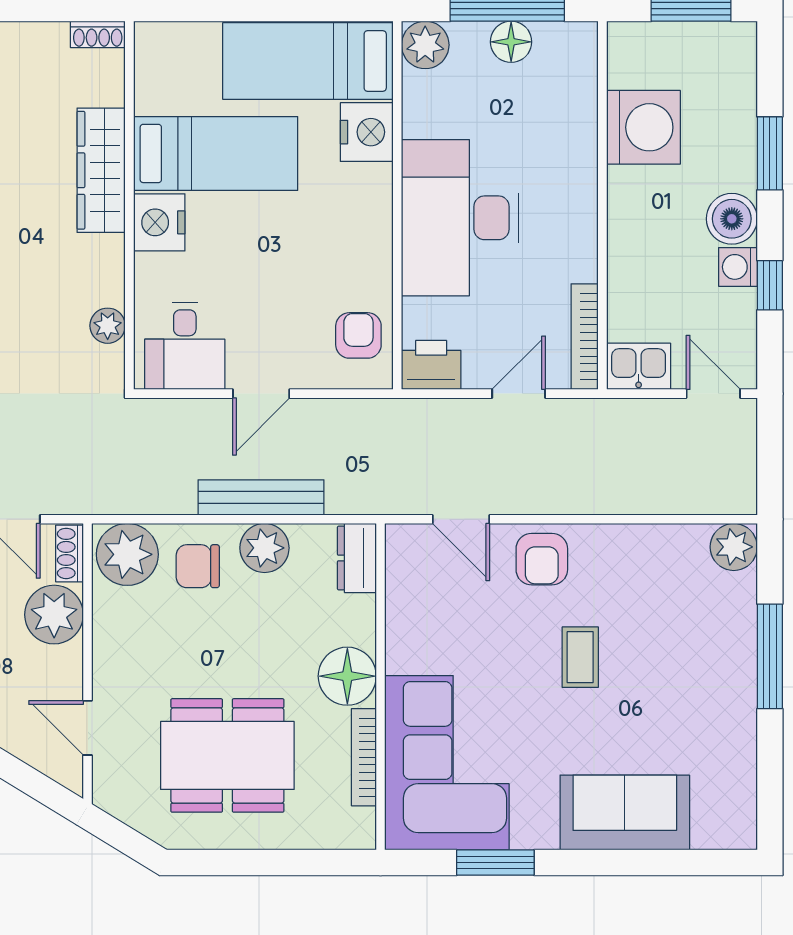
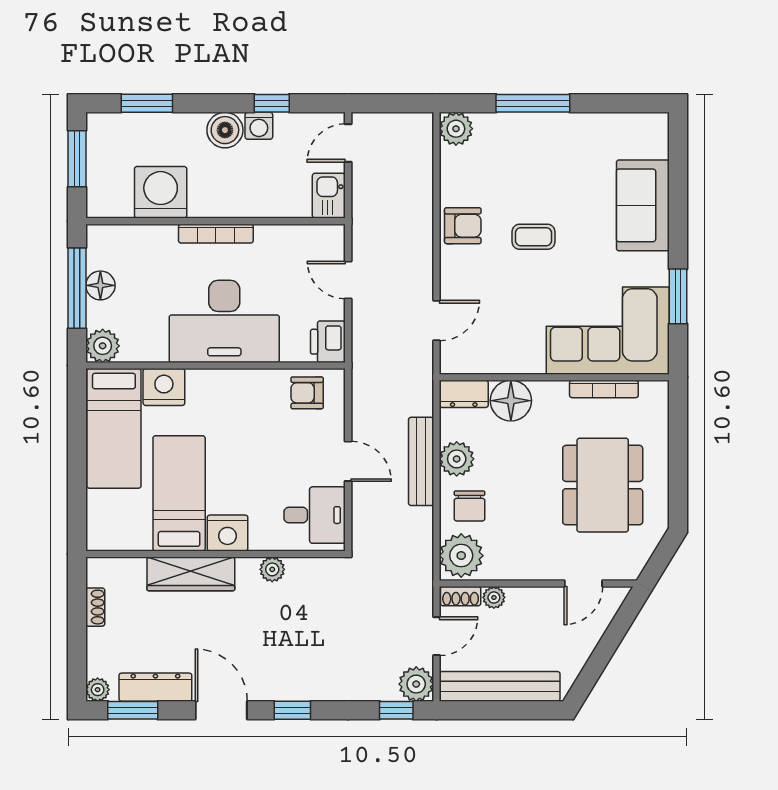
shoe rack: (98, 34) -> (95, 607), moved
window: (770, 153) -> (147, 103), moved
plant: (108, 326) -> (272, 569), moved
bookcase: (585, 337) -> (216, 234), moved
armchair: (542, 559) -> (463, 226), moved
plant: (54, 615) -> (494, 597), width x0.53, depth x0.53
floor lamp: (347, 676) -> (511, 401), moved

